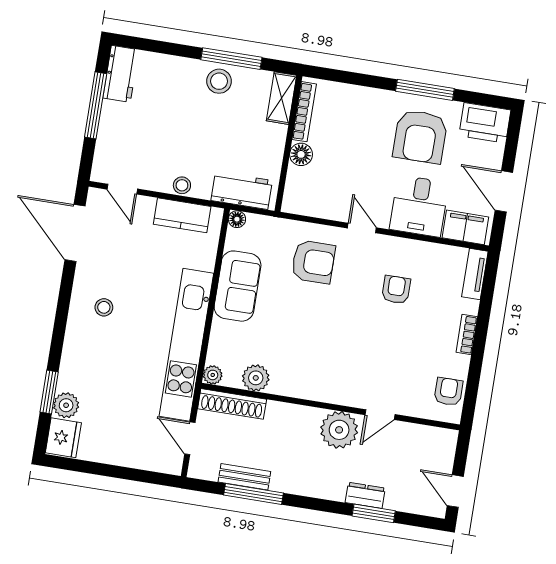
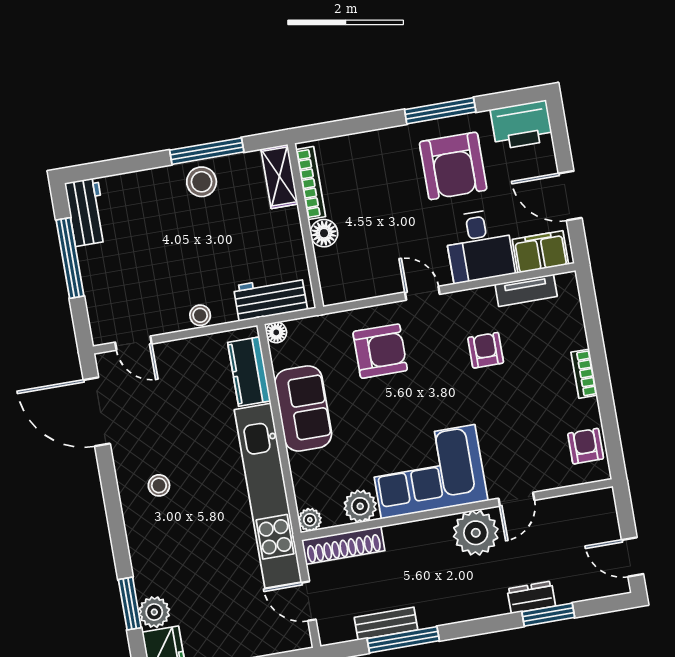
kitchen counter: (182, 215) -> (249, 372), moved, turned 90
tv unit: (475, 274) -> (526, 290), moved, turned -90
corner sofa: (318, 369) -> (428, 472), added

